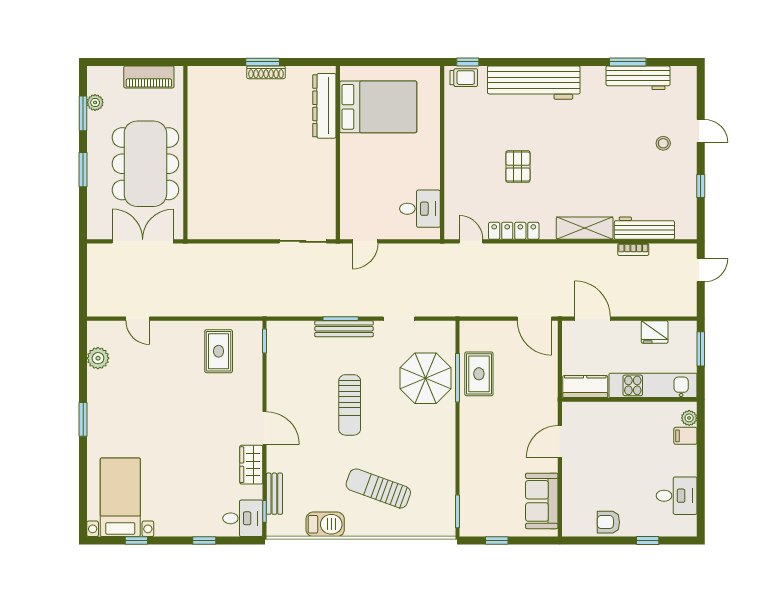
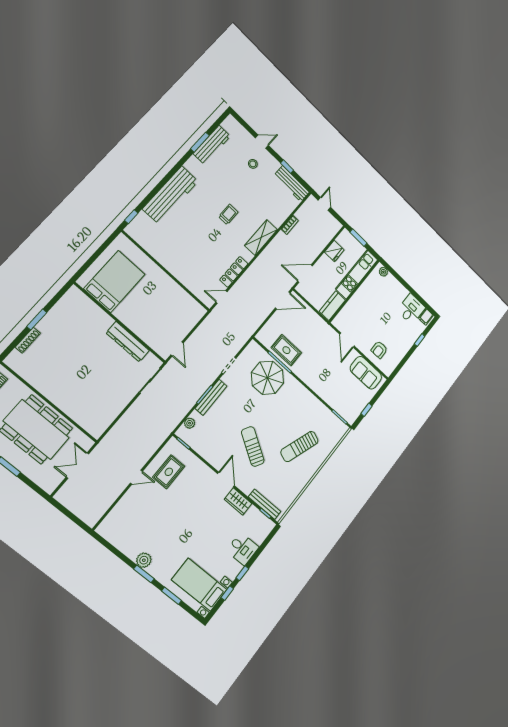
shoe rack: (266, 72) -> (28, 340), moved
trolley: (464, 78) -> (228, 214), moved
dresser: (324, 106) -> (128, 342), moved
pallet: (518, 167) -> (205, 241), removed
desk: (420, 209) -> (184, 307), removed
workbench: (644, 228) -> (292, 184), moved, turned -90
double door: (143, 241) -> (77, 466), width x0.73
door: (138, 319) -> (136, 477), moved
plant: (293, 329) -> (190, 423), added
rug: (219, 351) -> (169, 472), turned 90
plant: (98, 358) -> (144, 560), moved
sun lounger: (350, 405) -> (253, 447), moved, turned -149
door: (265, 428) -> (226, 480), hinge flipped
filing cabinet: (685, 436) -> (426, 317), moved
window: (83, 474) -> (172, 596), added
bench: (274, 494) -> (265, 504), width x1.36
desk: (243, 518) -> (243, 549), moved, turned 90
armchair: (608, 522) -> (379, 350), moved
barbecue: (325, 524) -> (295, 487), removed
window: (204, 541) -> (242, 573), moved

